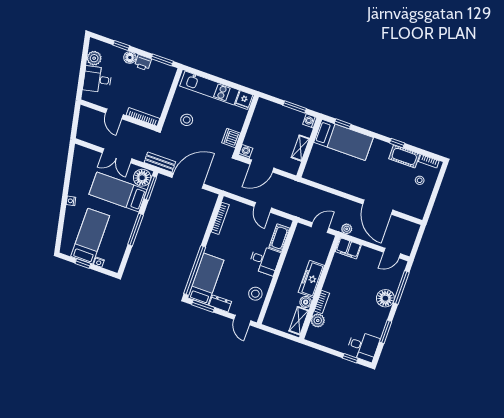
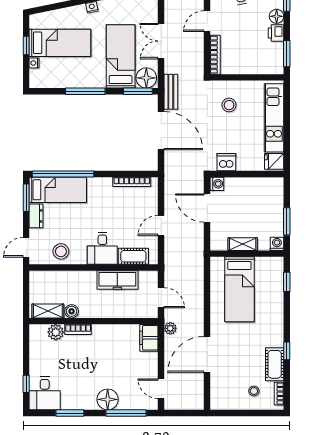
bed: (343, 140) -> (239, 289), moved
freezer: (311, 279) -> (117, 280), moved, turned 180

